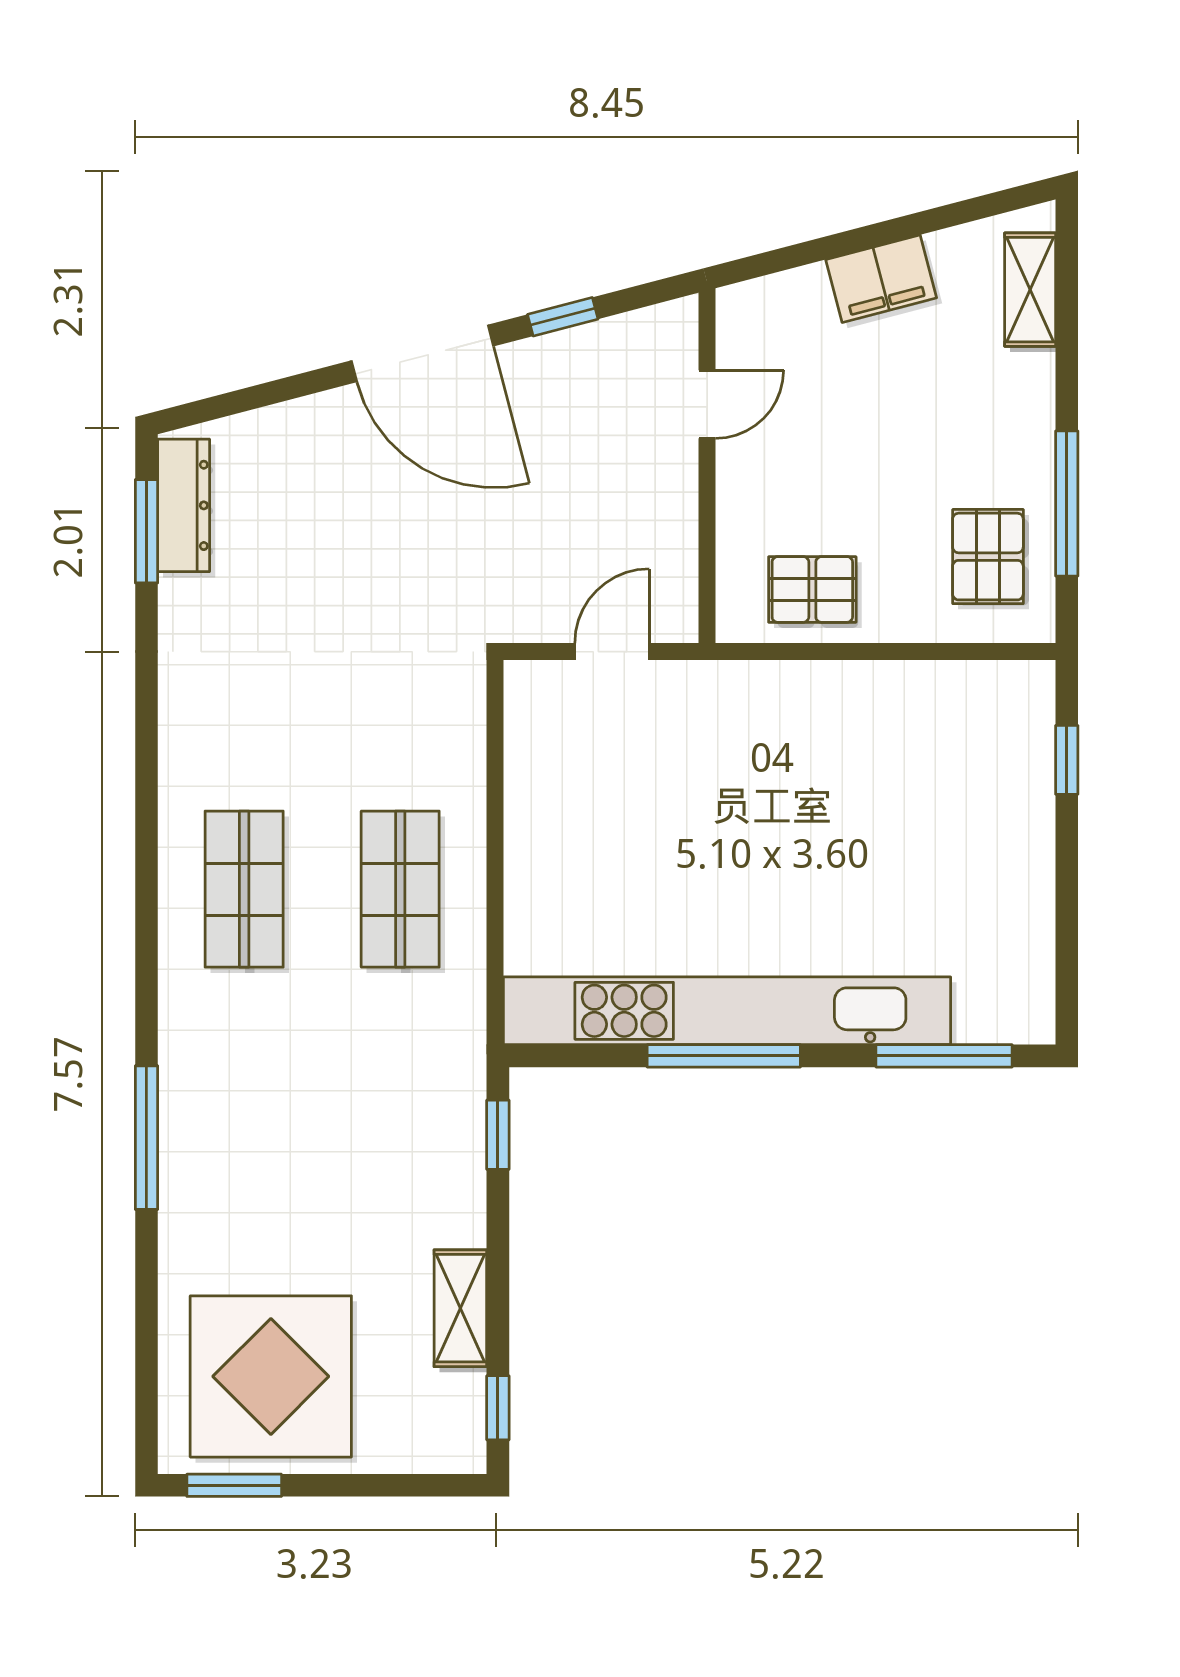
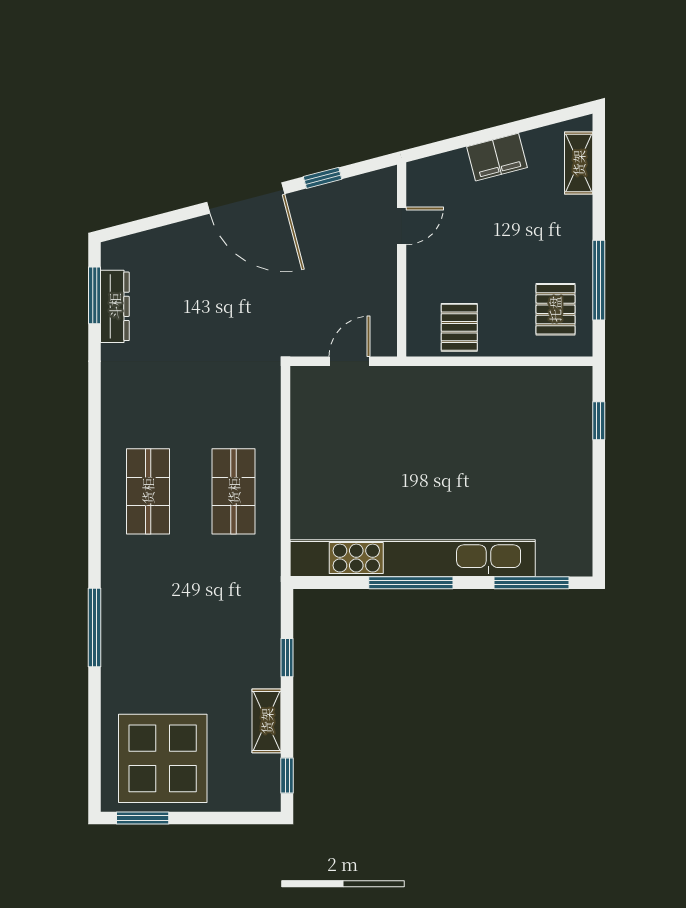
dresser: (184, 505) -> (115, 306), moved
pallet: (812, 589) -> (459, 327), turned 90
window: (498, 1135) -> (287, 658), moved

